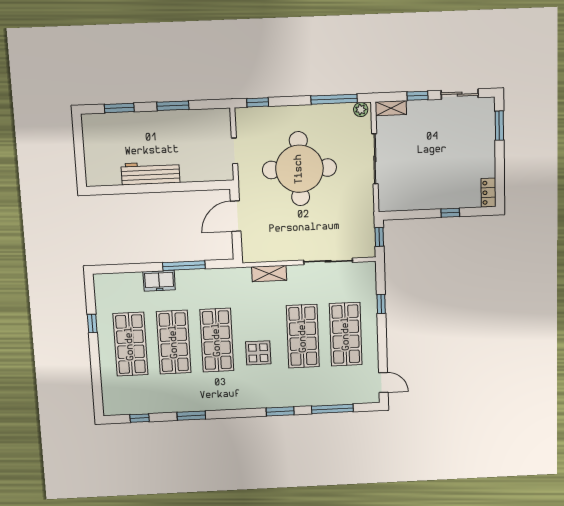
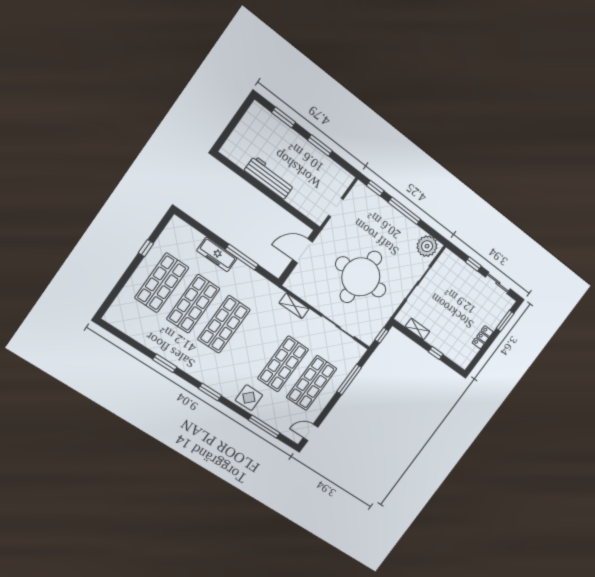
window: (334, 99) -> (404, 211), moved
shelving: (391, 108) -> (417, 329), moved
plant: (361, 110) -> (427, 246), width x1.88, depth x1.88
round table: (299, 169) -> (361, 277), moved
locker: (489, 193) -> (483, 337), moved
freezer: (159, 281) -> (217, 254), width x1.40
window: (381, 304) -> (349, 380), width x2.17
display table: (258, 353) -> (249, 398), moved
door: (383, 383) -> (311, 432), swing flipped
window: (280, 411) -> (210, 392), moved
window: (140, 418) -> (126, 339), removed

